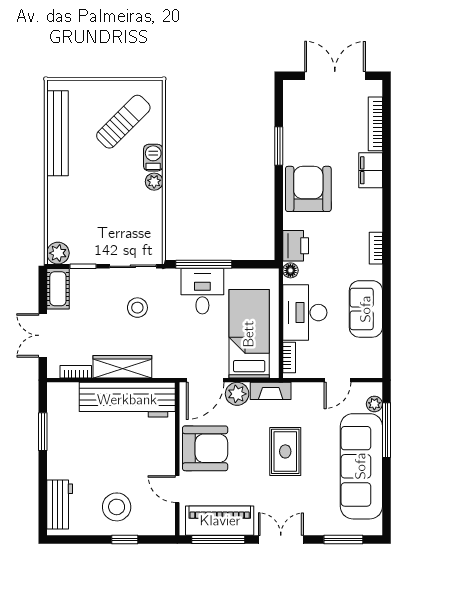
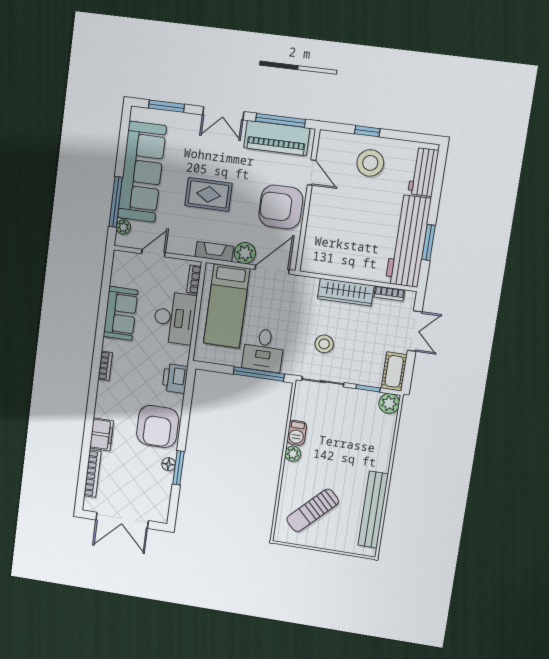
barbecue: (153, 158) -> (297, 433), moved
floor lamp: (290, 270) -> (169, 464), moved
workbench: (127, 400) -> (408, 241), moved, turned -90
rug: (285, 451) -> (208, 194), turned 90

